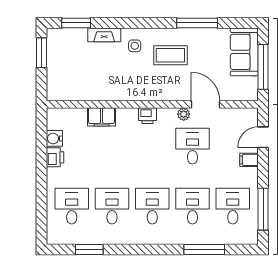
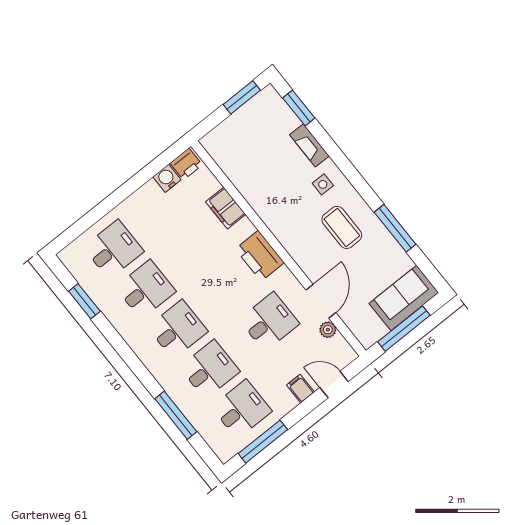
plant: (184, 114) -> (328, 330), moved
printer: (148, 116) -> (260, 256), width x1.87, depth x1.48
printer: (55, 157) -> (186, 164), moved

